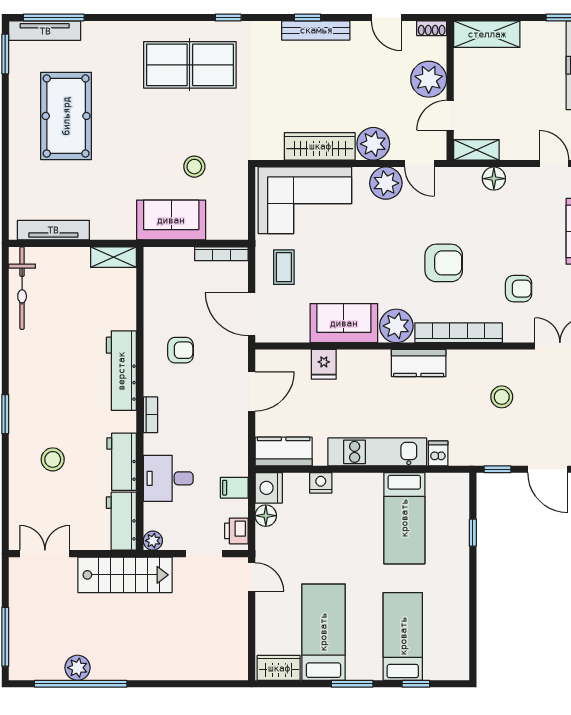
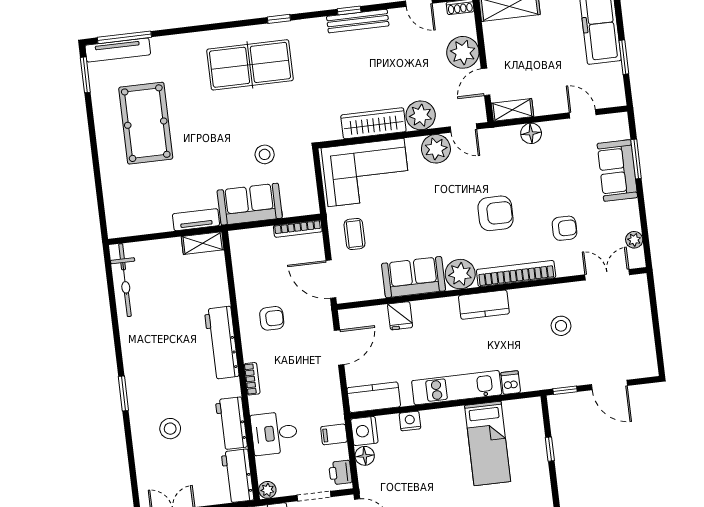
tv unit: (53, 230) -> (196, 220), moved, width x0.71

